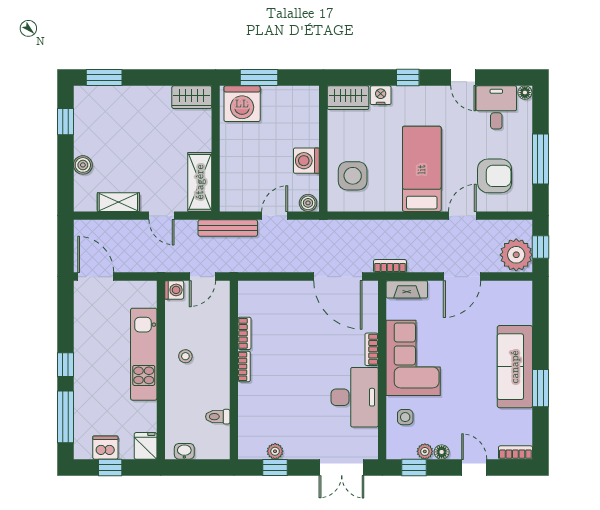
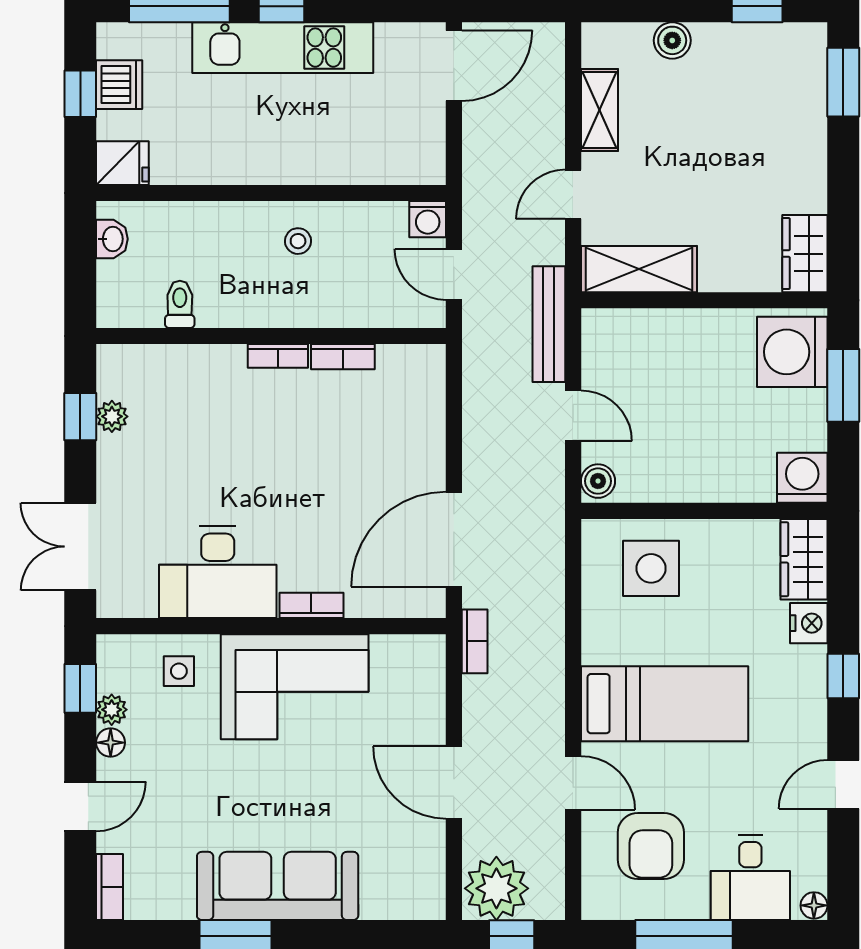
desk: (496, 107) -> (750, 878), moved, turned 90
washing machine: (306, 161) -> (802, 478), moved
fireplace: (407, 289) -> (429, 674), removed
kitchen unit: (144, 354) -> (283, 48), moved, turned 180

